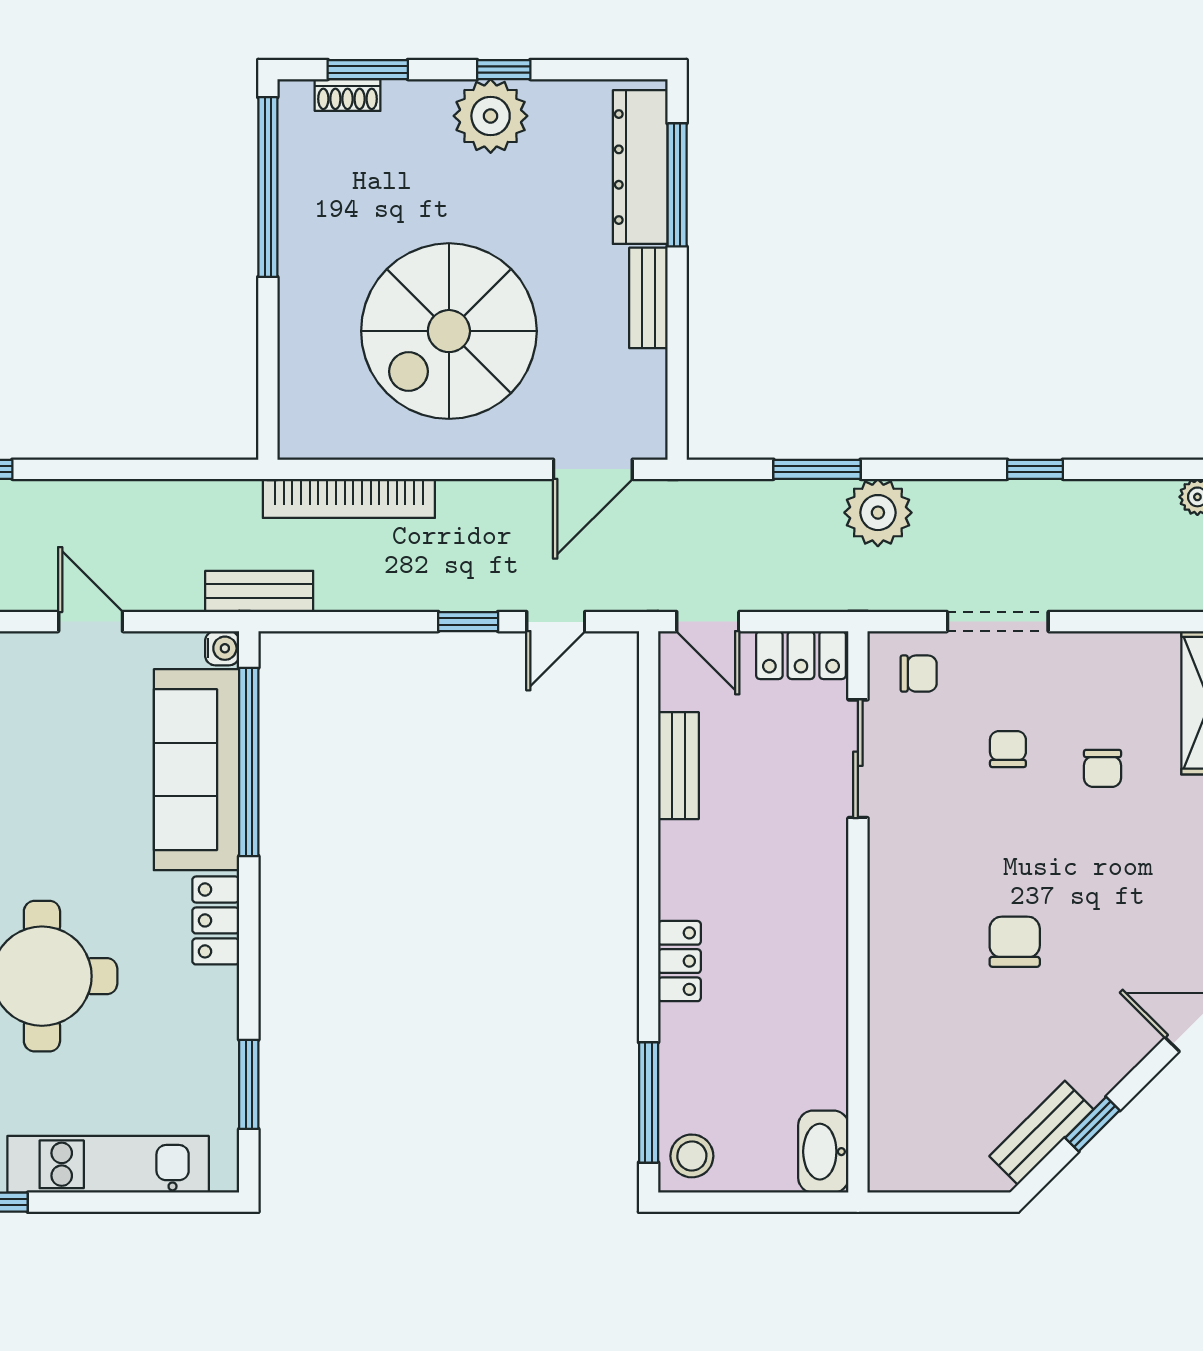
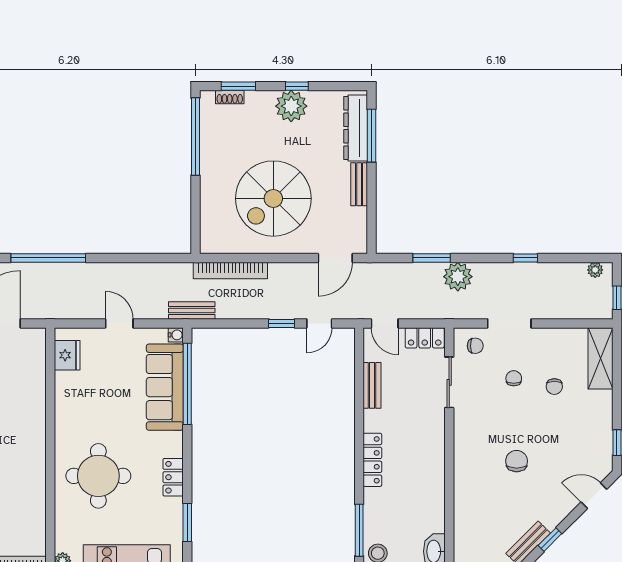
locker: (216, 920) -> (173, 477), moved
locker: (679, 961) -> (372, 460), width x1.53

